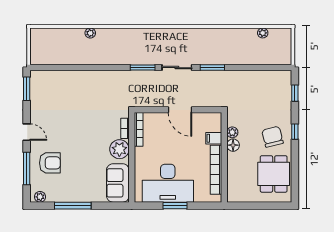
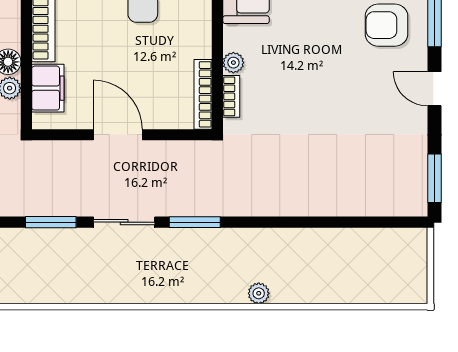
plant: (90, 33) -> (259, 293), moved
filing cabinet: (214, 138) -> (48, 88), width x2.00
plant: (119, 149) -> (233, 63), width x0.53, depth x0.53

